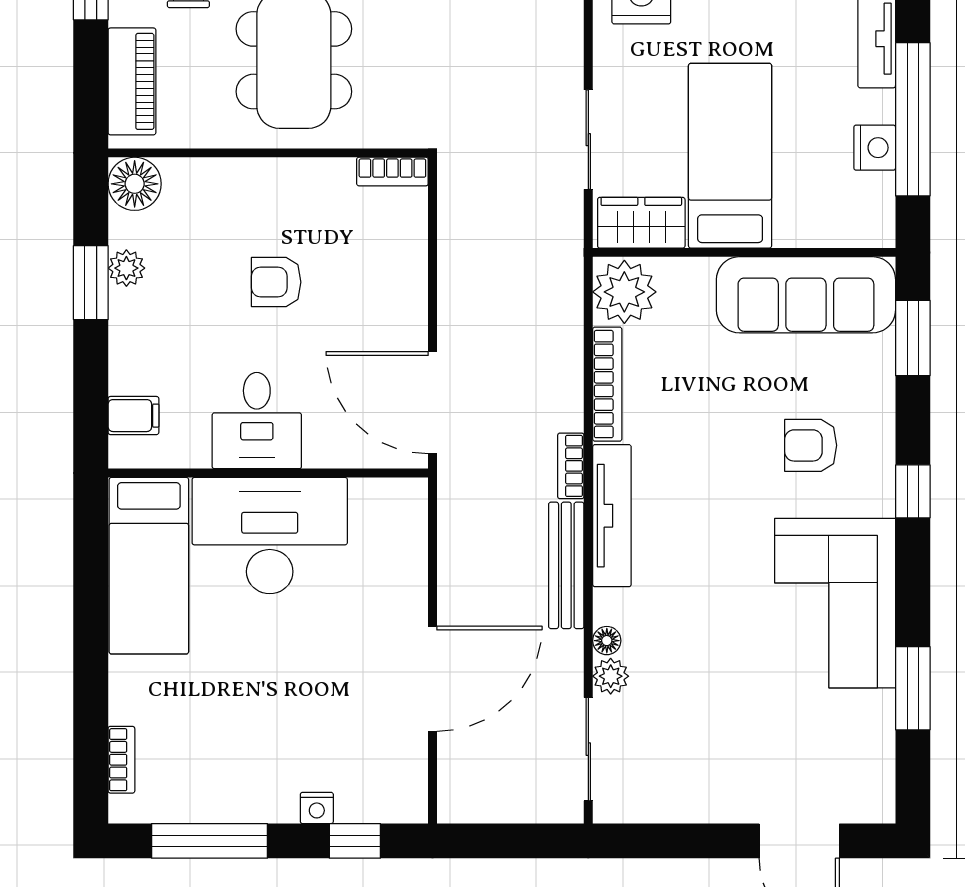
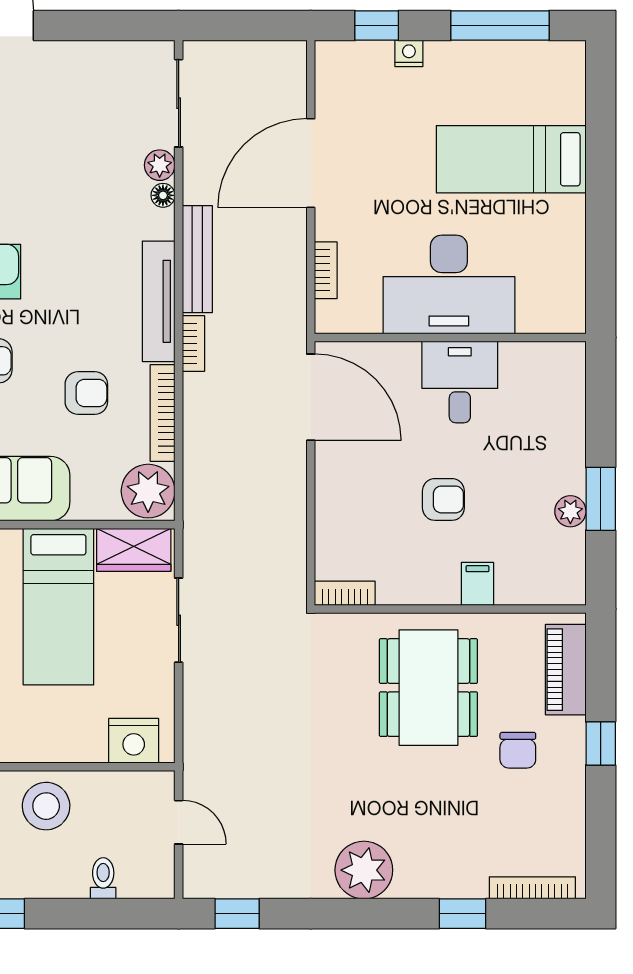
floor lamp: (135, 184) -> (563, 583), removed
armchair: (697, 408) -> (86, 393), added
filing cabinet: (133, 416) -> (477, 584), moved, turned 90
bed: (149, 566) -> (511, 159), moved, turned -90
bookcase: (121, 760) -> (326, 270), moved, turned 180

